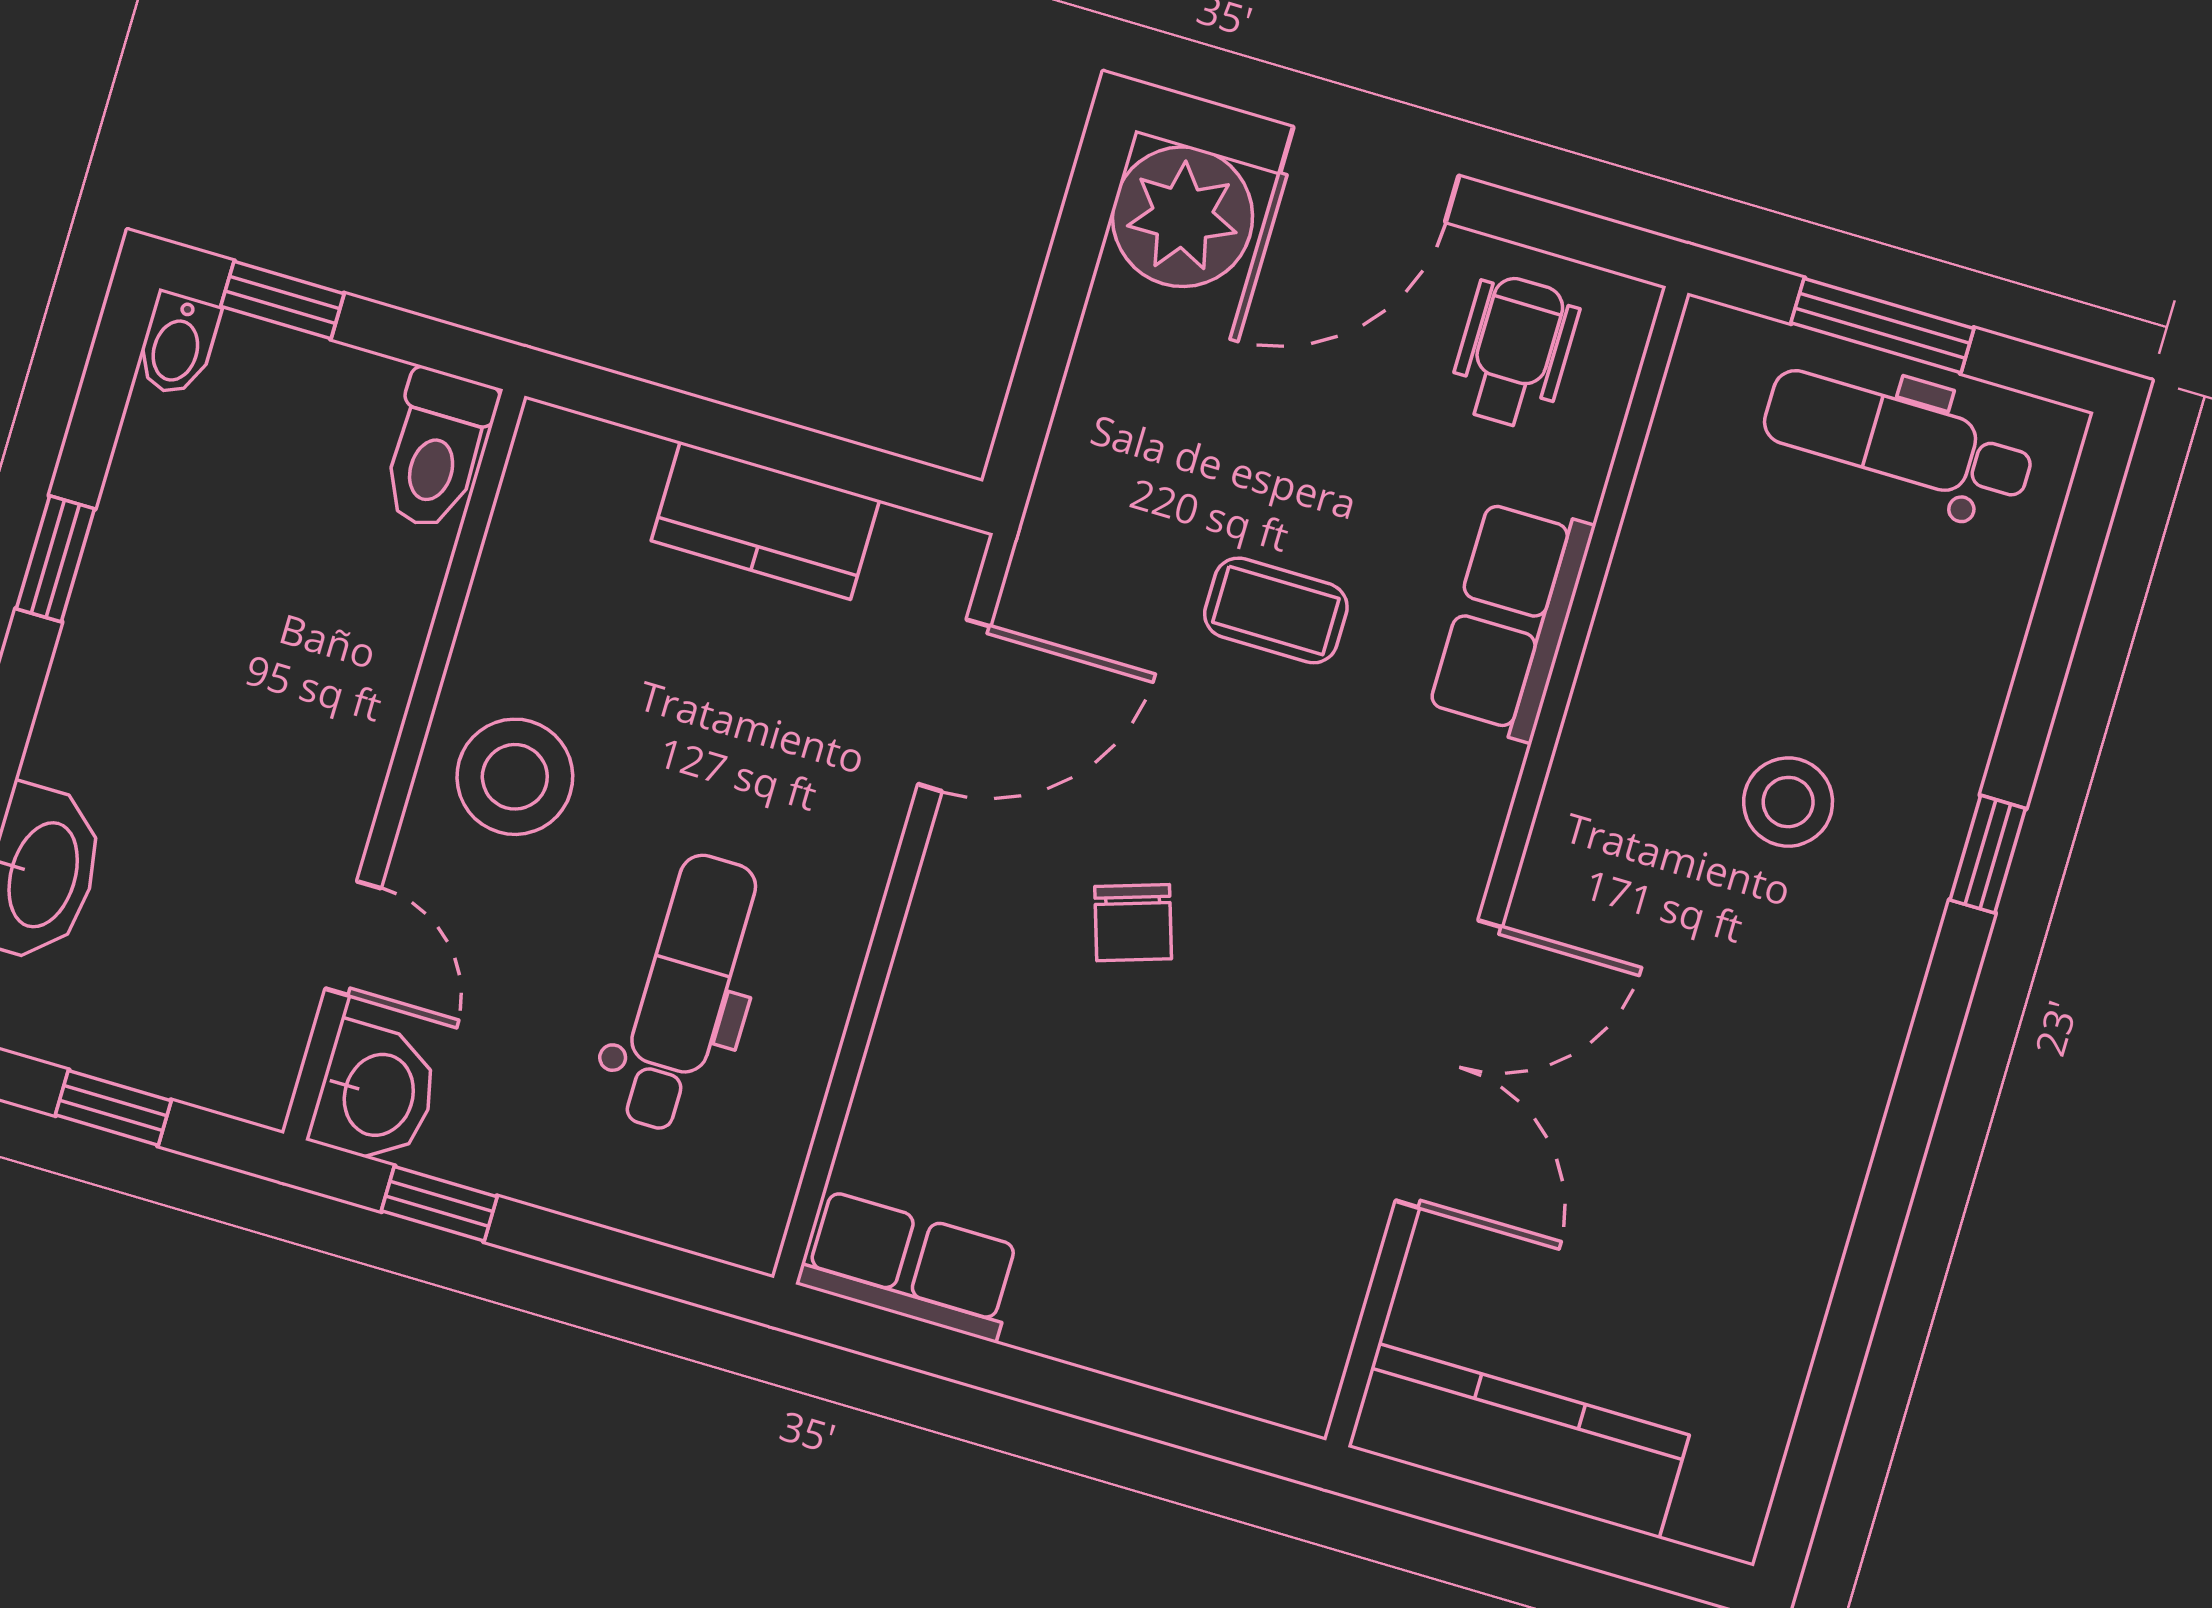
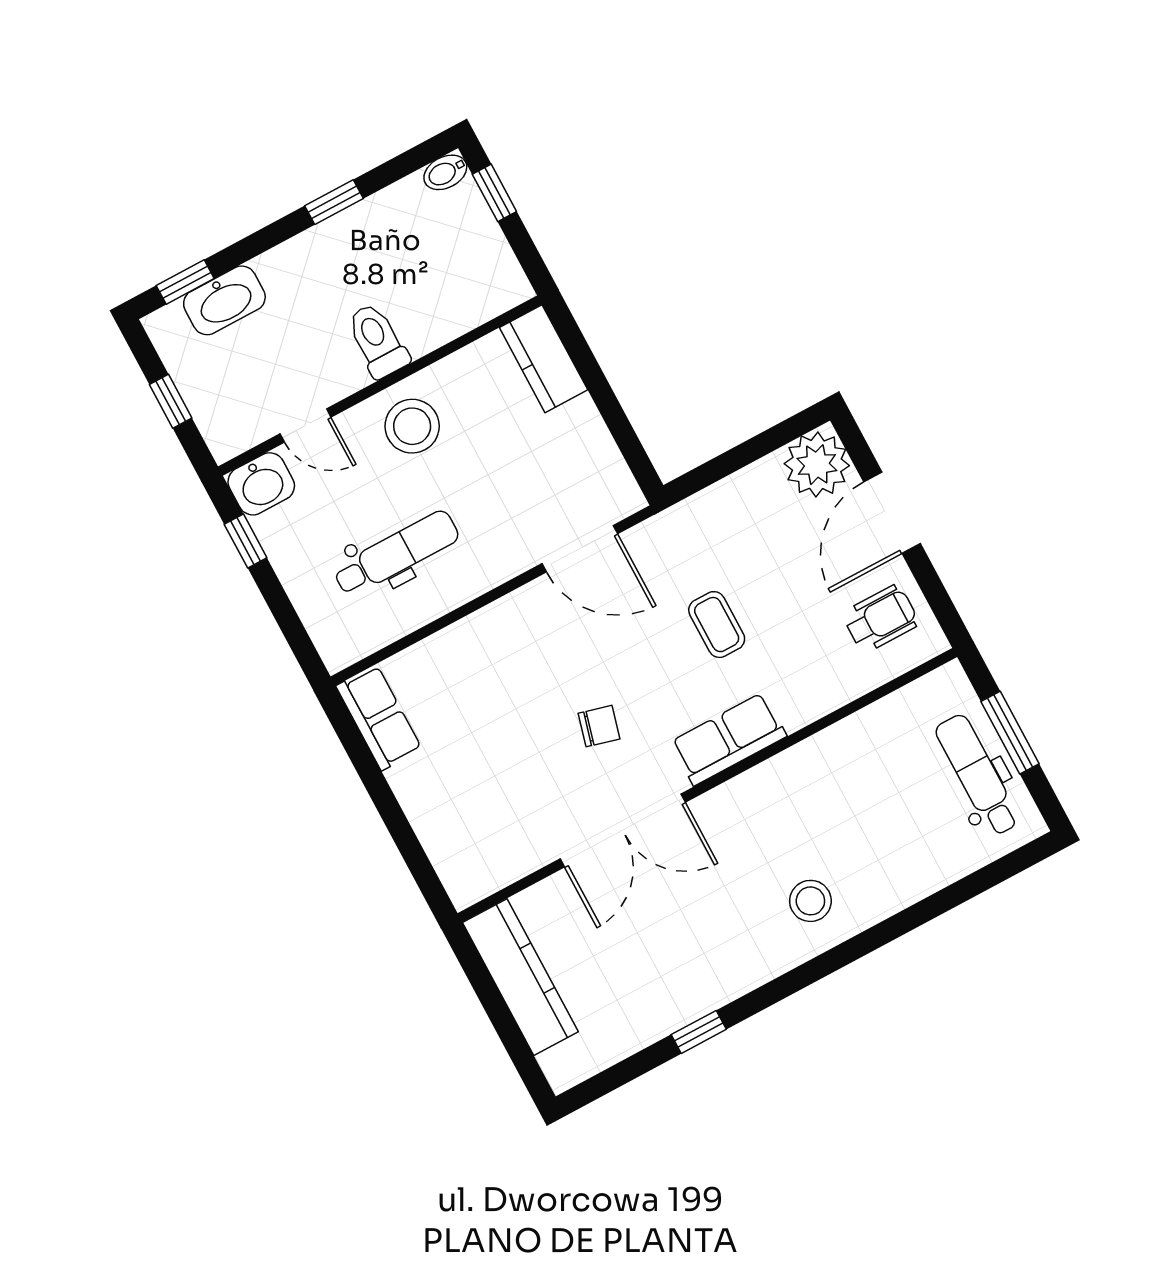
door: (1369, 175) -> (892, 513), hinge flipped
toilet: (437, 449) -> (377, 341), moved, turned 90
kitchen counter: (765, 520) -> (544, 359), moved
row of seats: (1511, 619) -> (728, 739), moved
stool: (1788, 802) -> (810, 901), moved
window: (1988, 854) -> (699, 1032), moved
chair: (1133, 923) -> (599, 726), moved, turned -147
door: (353, 938) -> (305, 425), hinge flipped

